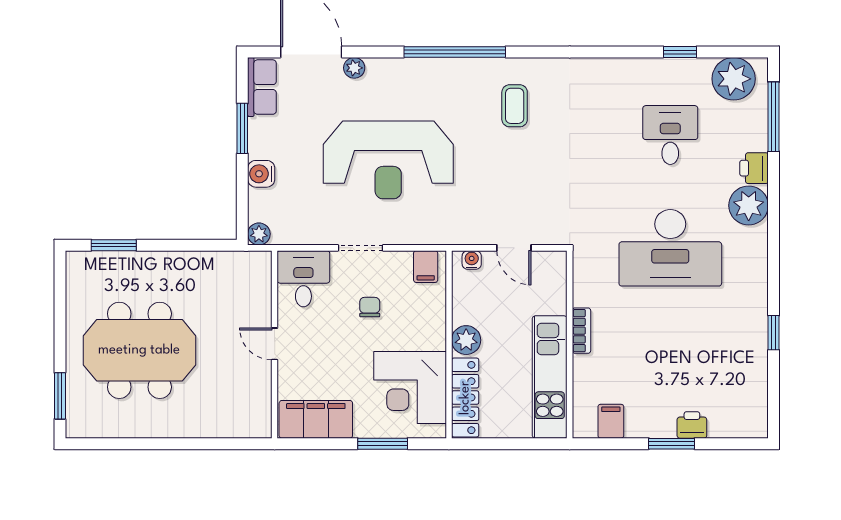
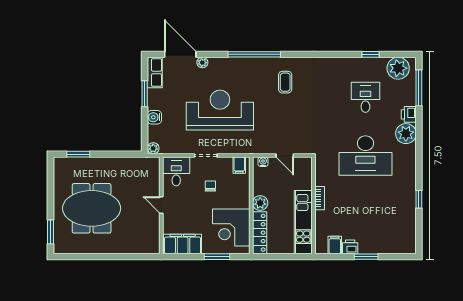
reception desk: (388, 160) -> (220, 110), turned 180
printer: (692, 425) -> (350, 247), moved

